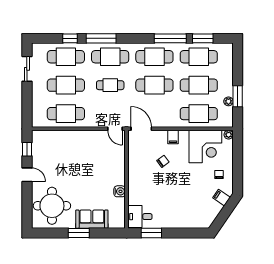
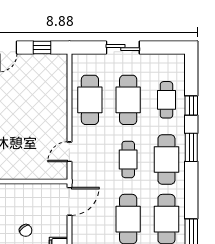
window: (101, 38) -> (191, 147), width x0.69
cafe table: (66, 57) -> (166, 100), width x0.73, depth x0.74
sliding door: (27, 69) -> (123, 48), moved
door: (115, 129) -> (69, 152), moved

